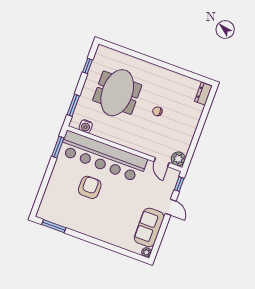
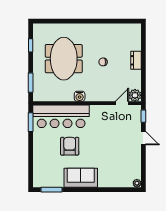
dresser: (203, 94) -> (136, 60), moved
water cooler: (86, 126) -> (80, 96), moved
bar counter: (103, 156) -> (61, 116), width x0.73
door: (162, 162) -> (122, 103), swing flipped
sofa: (149, 227) -> (81, 178), moved, turned 90

